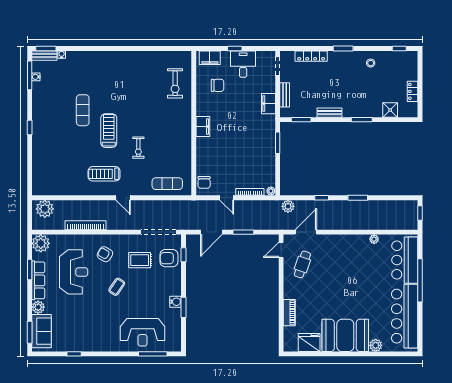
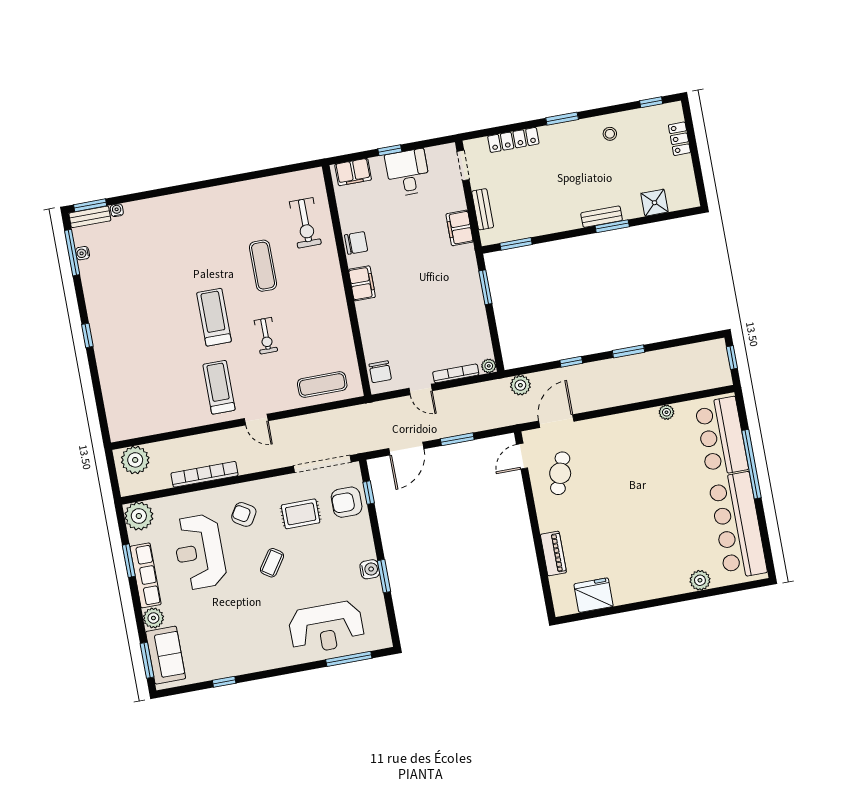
chair: (218, 85) -> (356, 243), moved
locker: (413, 91) -> (679, 139), moved
exercise mat: (83, 110) -> (263, 266), moved
bench: (329, 113) -> (602, 217), moved
treadmill: (104, 174) -> (219, 387), turned 90
reception desk: (74, 272) -> (199, 552), turned 180
booth: (345, 335) -> (649, 573), removed

